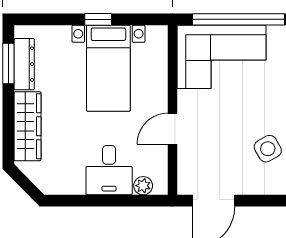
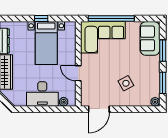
door: (172, 129) -> (78, 73), hinge flipped
desk: (109, 170) -> (42, 94), width x1.37

